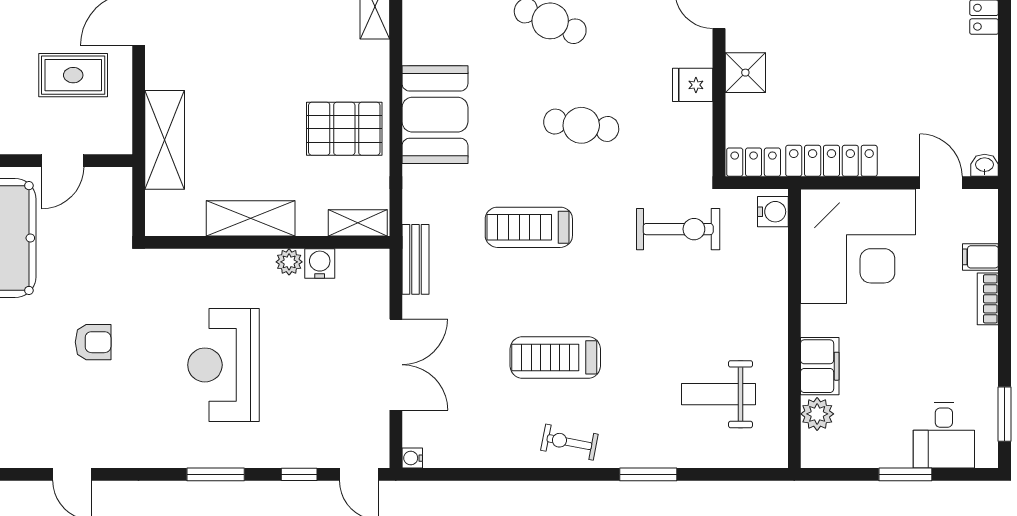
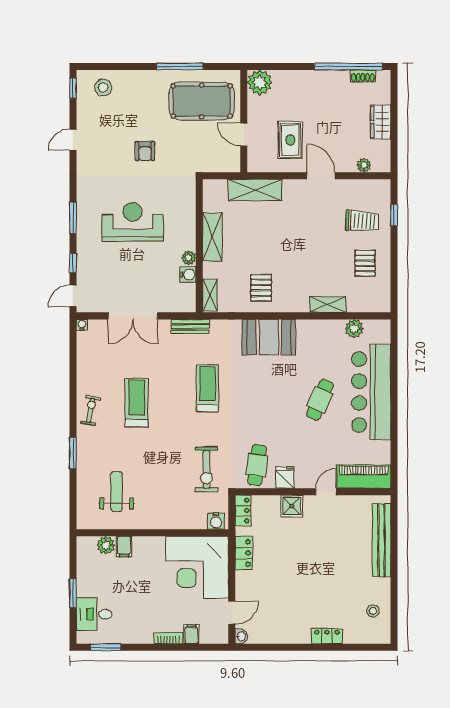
cafe table: (581, 125) -> (257, 465), moved
pallet: (344, 129) -> (261, 288), width x0.67, depth x0.71
locker: (831, 161) -> (244, 553), width x0.66
filing cabinet: (820, 366) -> (124, 547), width x0.50

